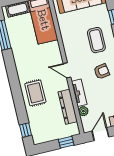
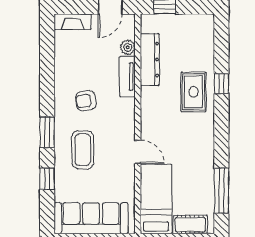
door: (67, 70) -> (138, 152), moved
window: (26, 130) -> (221, 84), moved

